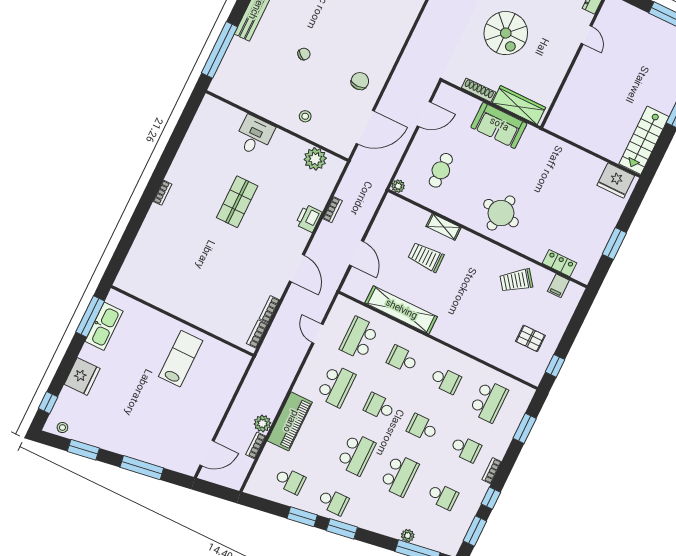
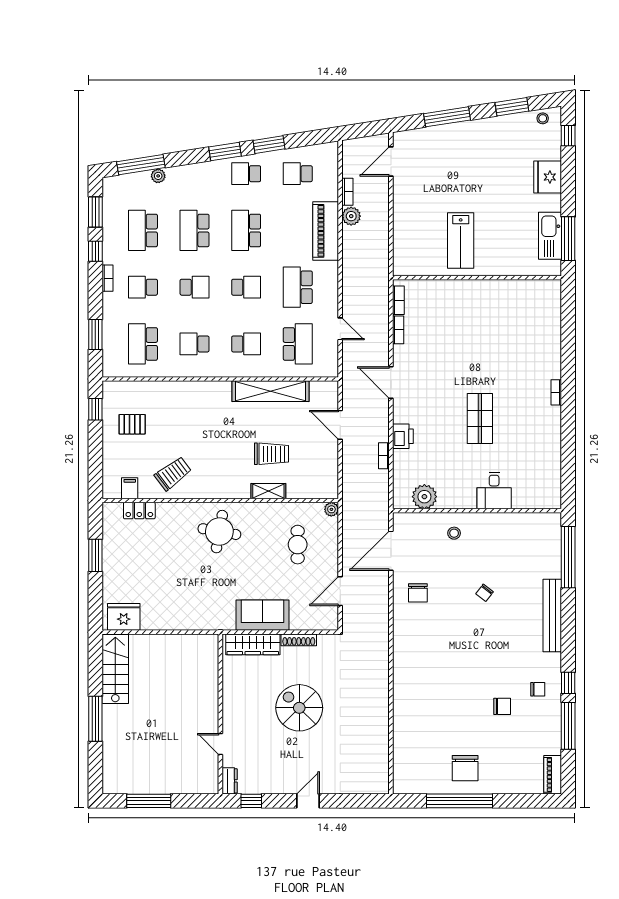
school desk: (443, 496) -> (143, 230), width x1.85

